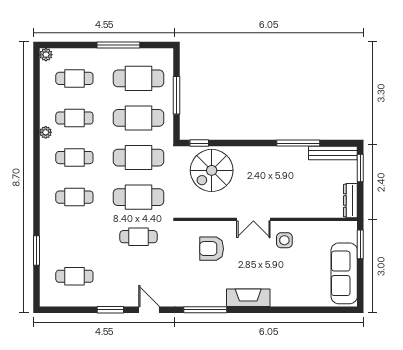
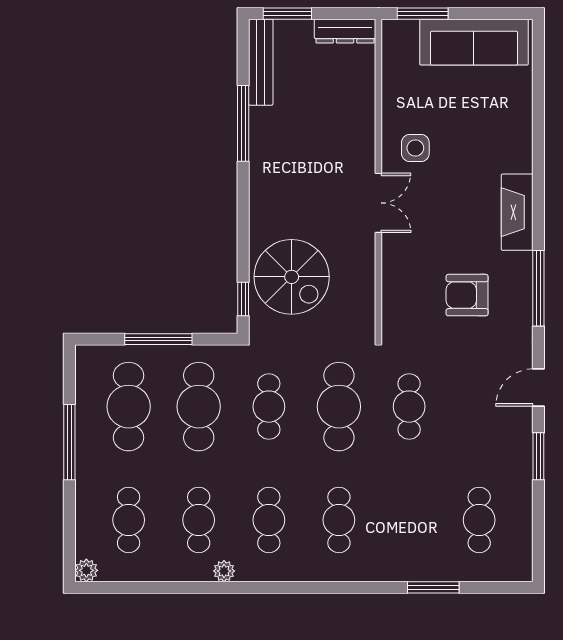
cafe table: (138, 158) -> (269, 407), width x0.73, depth x0.74
armchair: (212, 249) -> (467, 295), moved, turned 90

